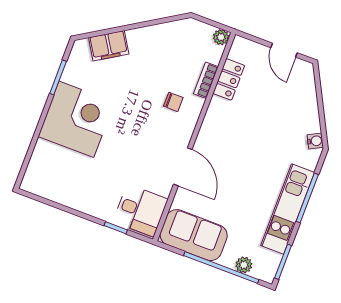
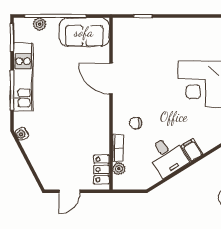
plant: (221, 37) -> (119, 169), moved
filing cabinet: (109, 46) -> (192, 150), width x0.50
door: (284, 50) -> (69, 191), swing flipped
locker: (229, 79) -> (102, 170), moved
desk: (140, 210) -> (167, 156), moved, turned -122

